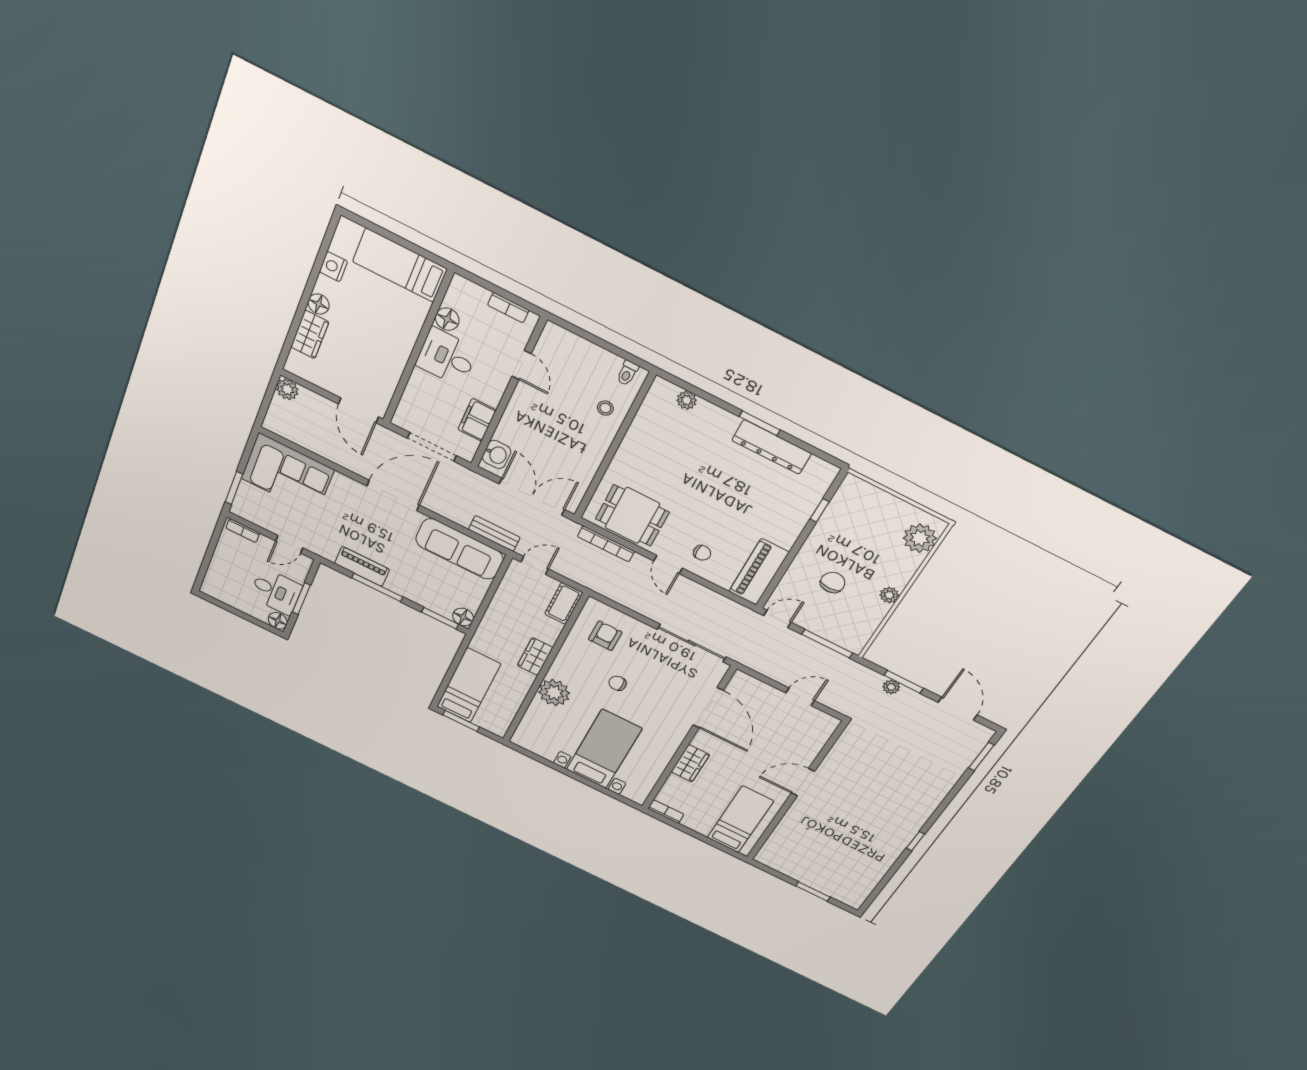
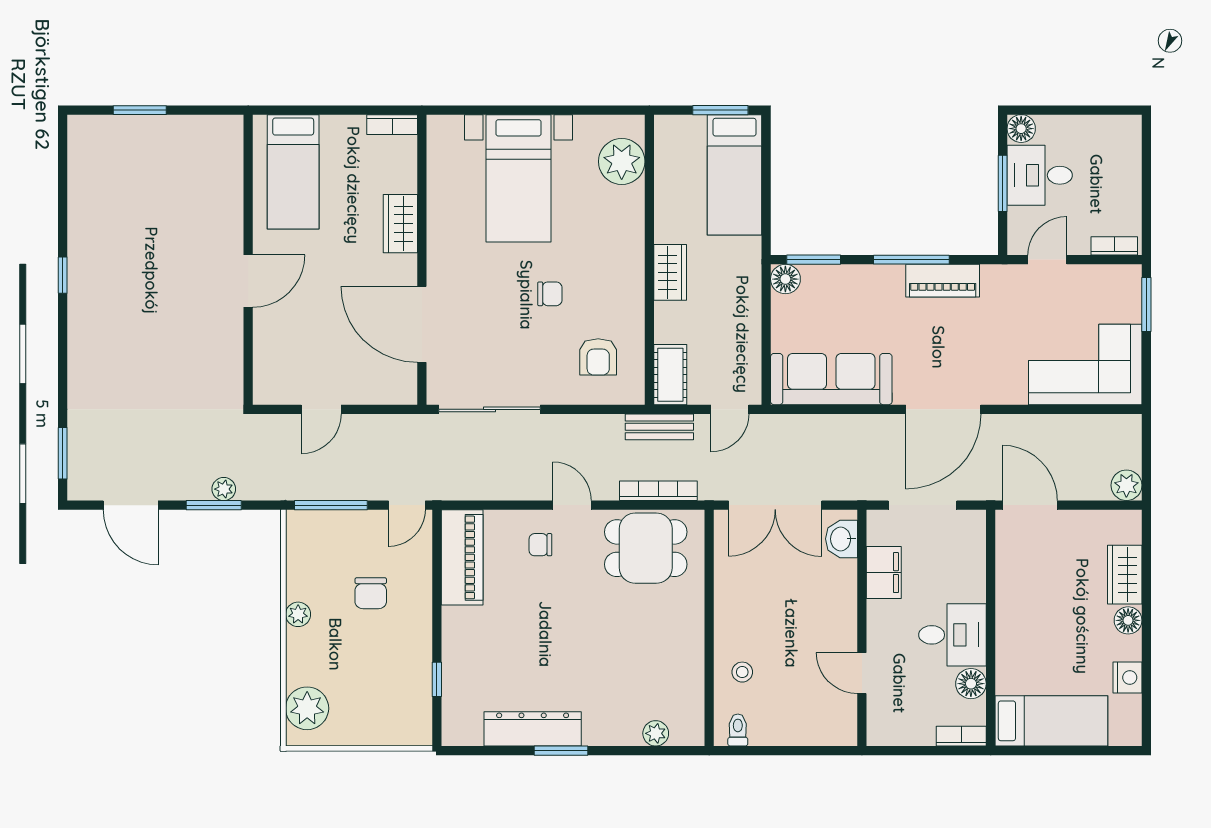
bookcase: (508, 308) -> (961, 736), moved
bench: (494, 533) -> (659, 427), moved
plant: (554, 693) -> (622, 161), moved

